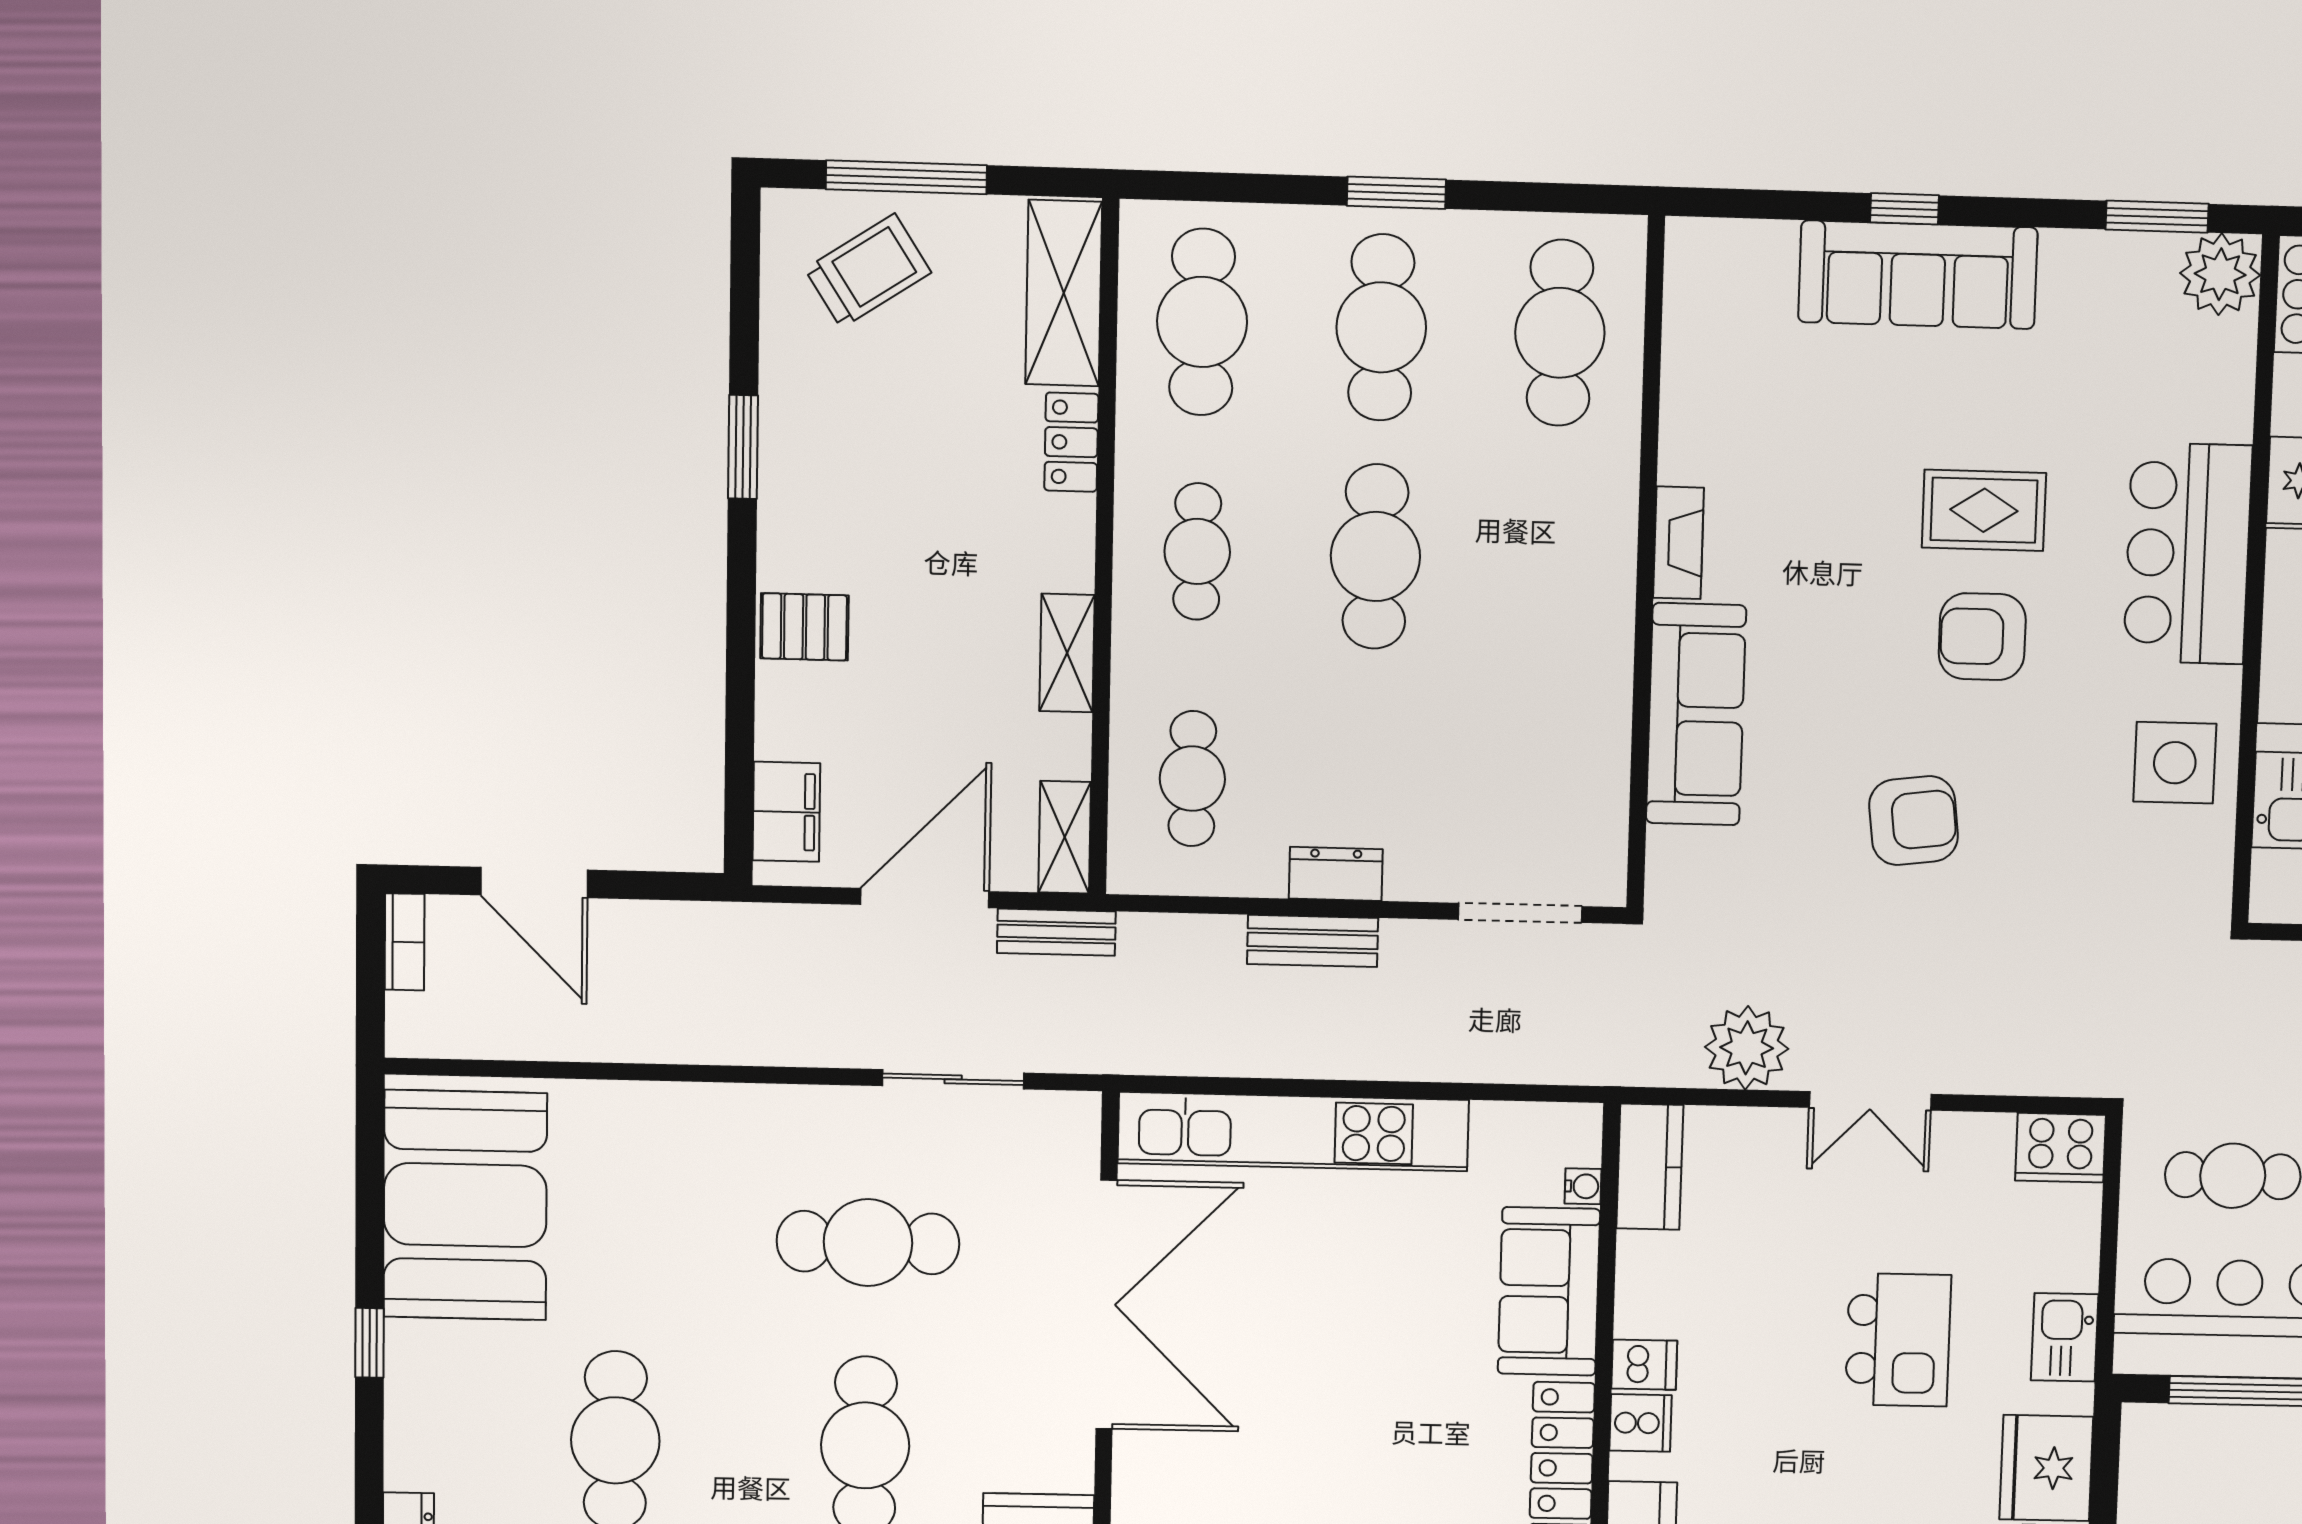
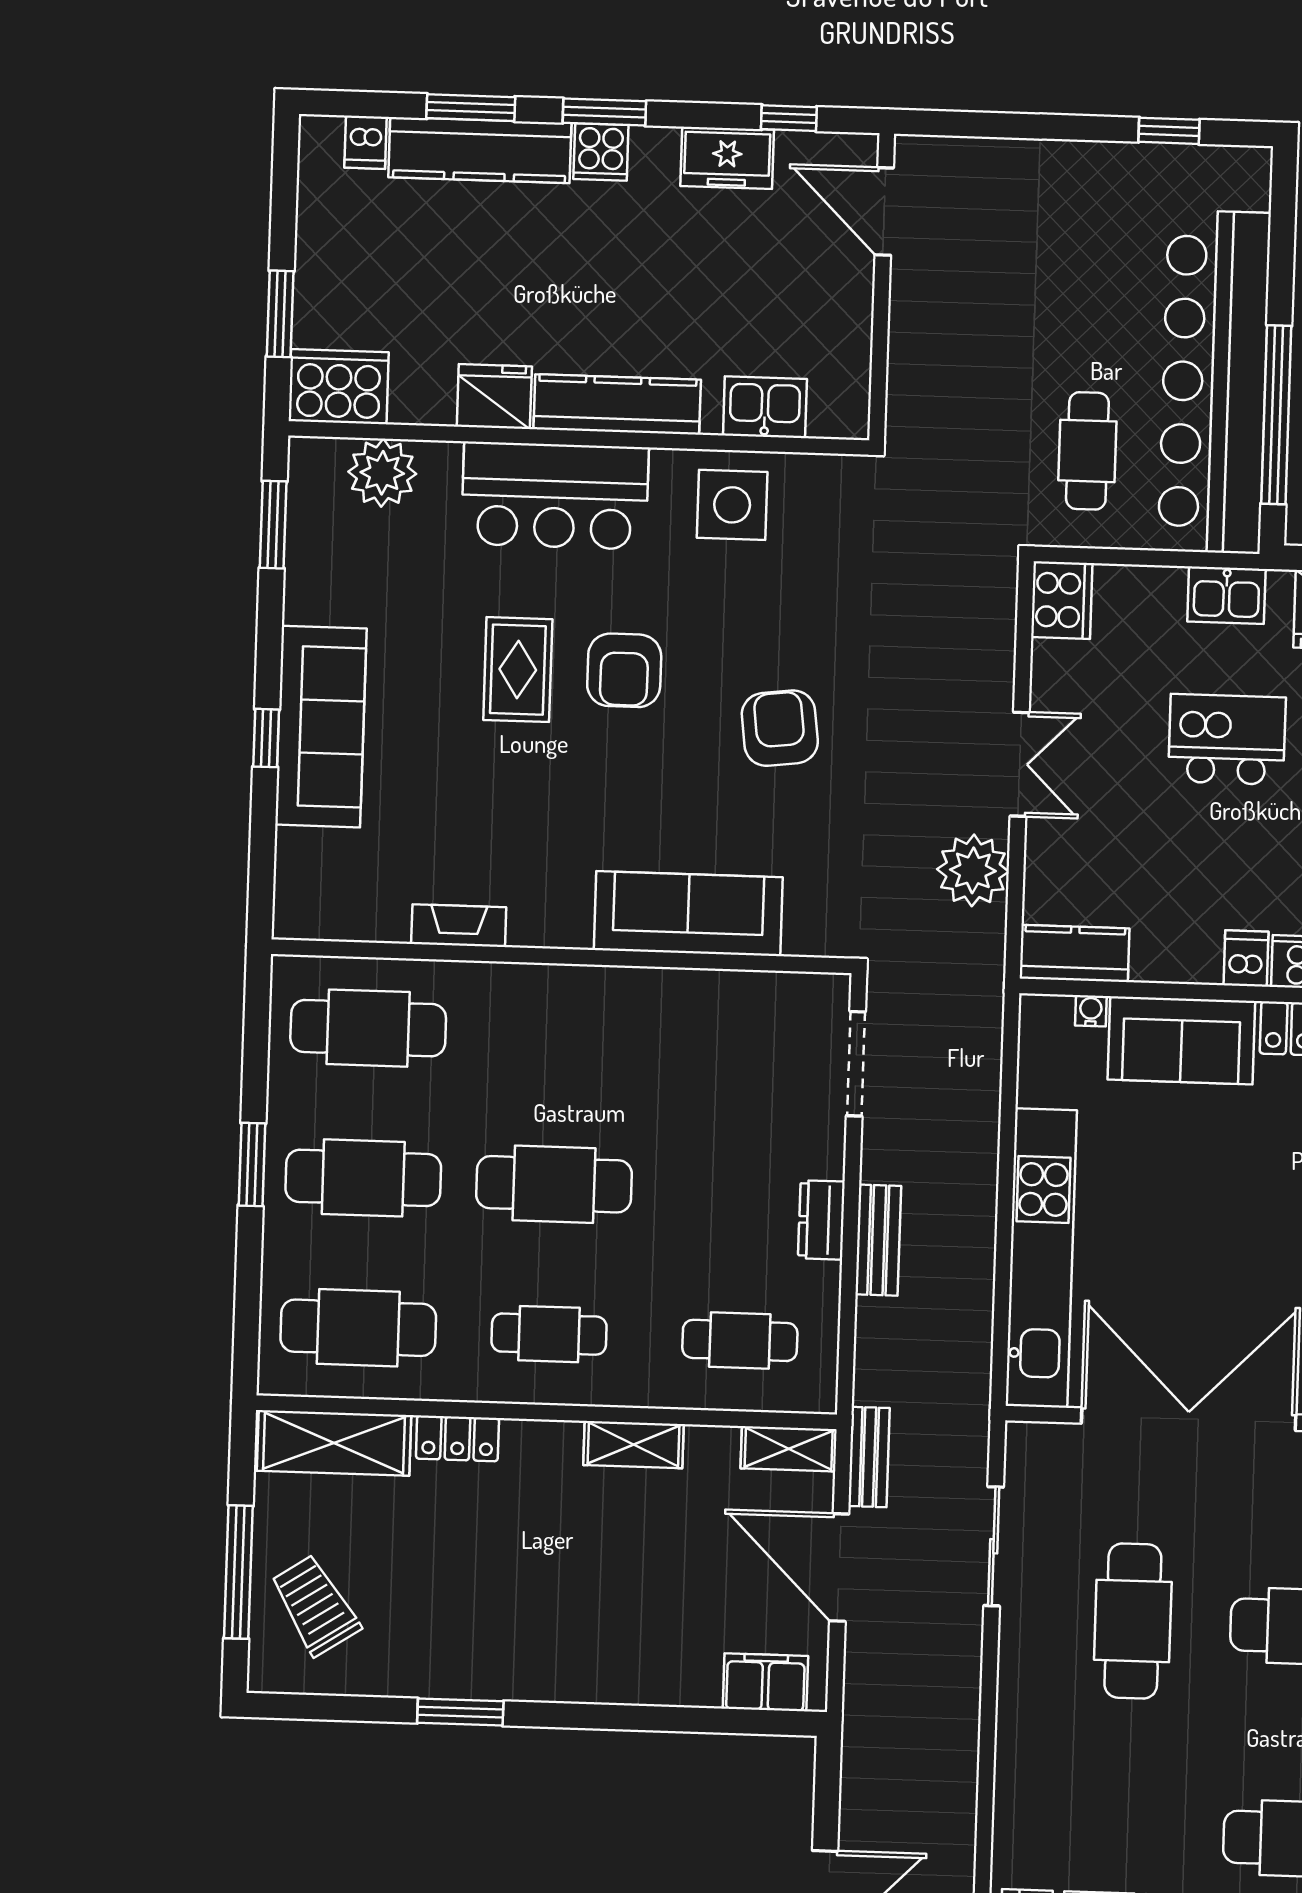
plant: (2220, 274) -> (382, 473), moved
fireplace: (1678, 543) -> (459, 926), moved
pallet: (804, 627) -> (610, 1664), removed

